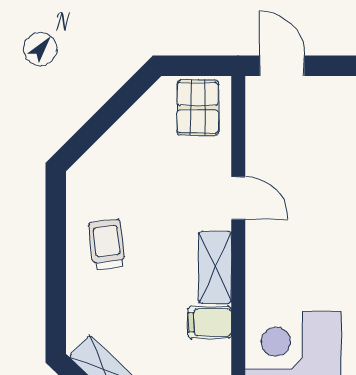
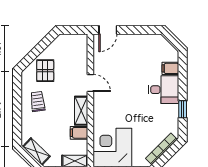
door: (282, 66) -> (108, 30), swing flipped
pallet: (198, 107) -> (45, 71), moved

